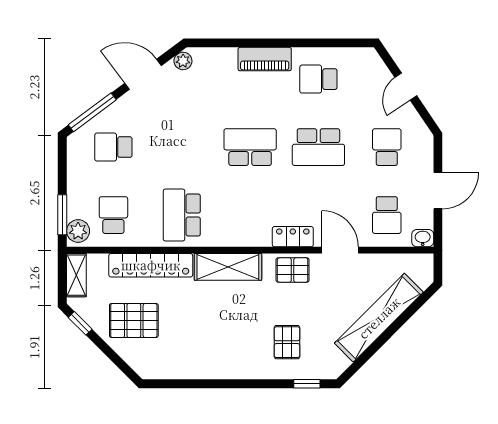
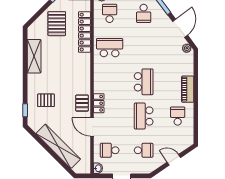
school desk: (113, 147) -> (144, 13), turned 180
school desk: (113, 215) -> (110, 13), turned -90
door: (340, 250) -> (92, 127), swing flipped
shelving: (228, 267) -> (34, 56), moved

